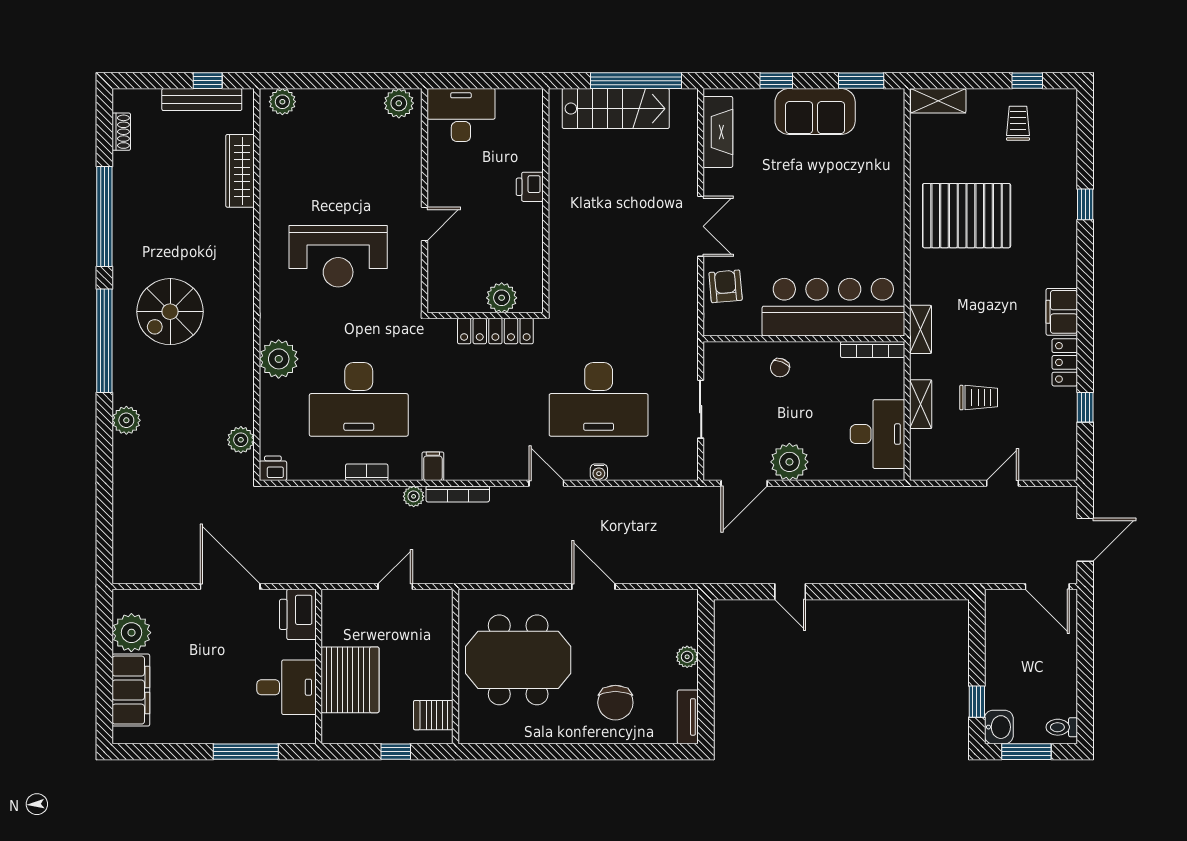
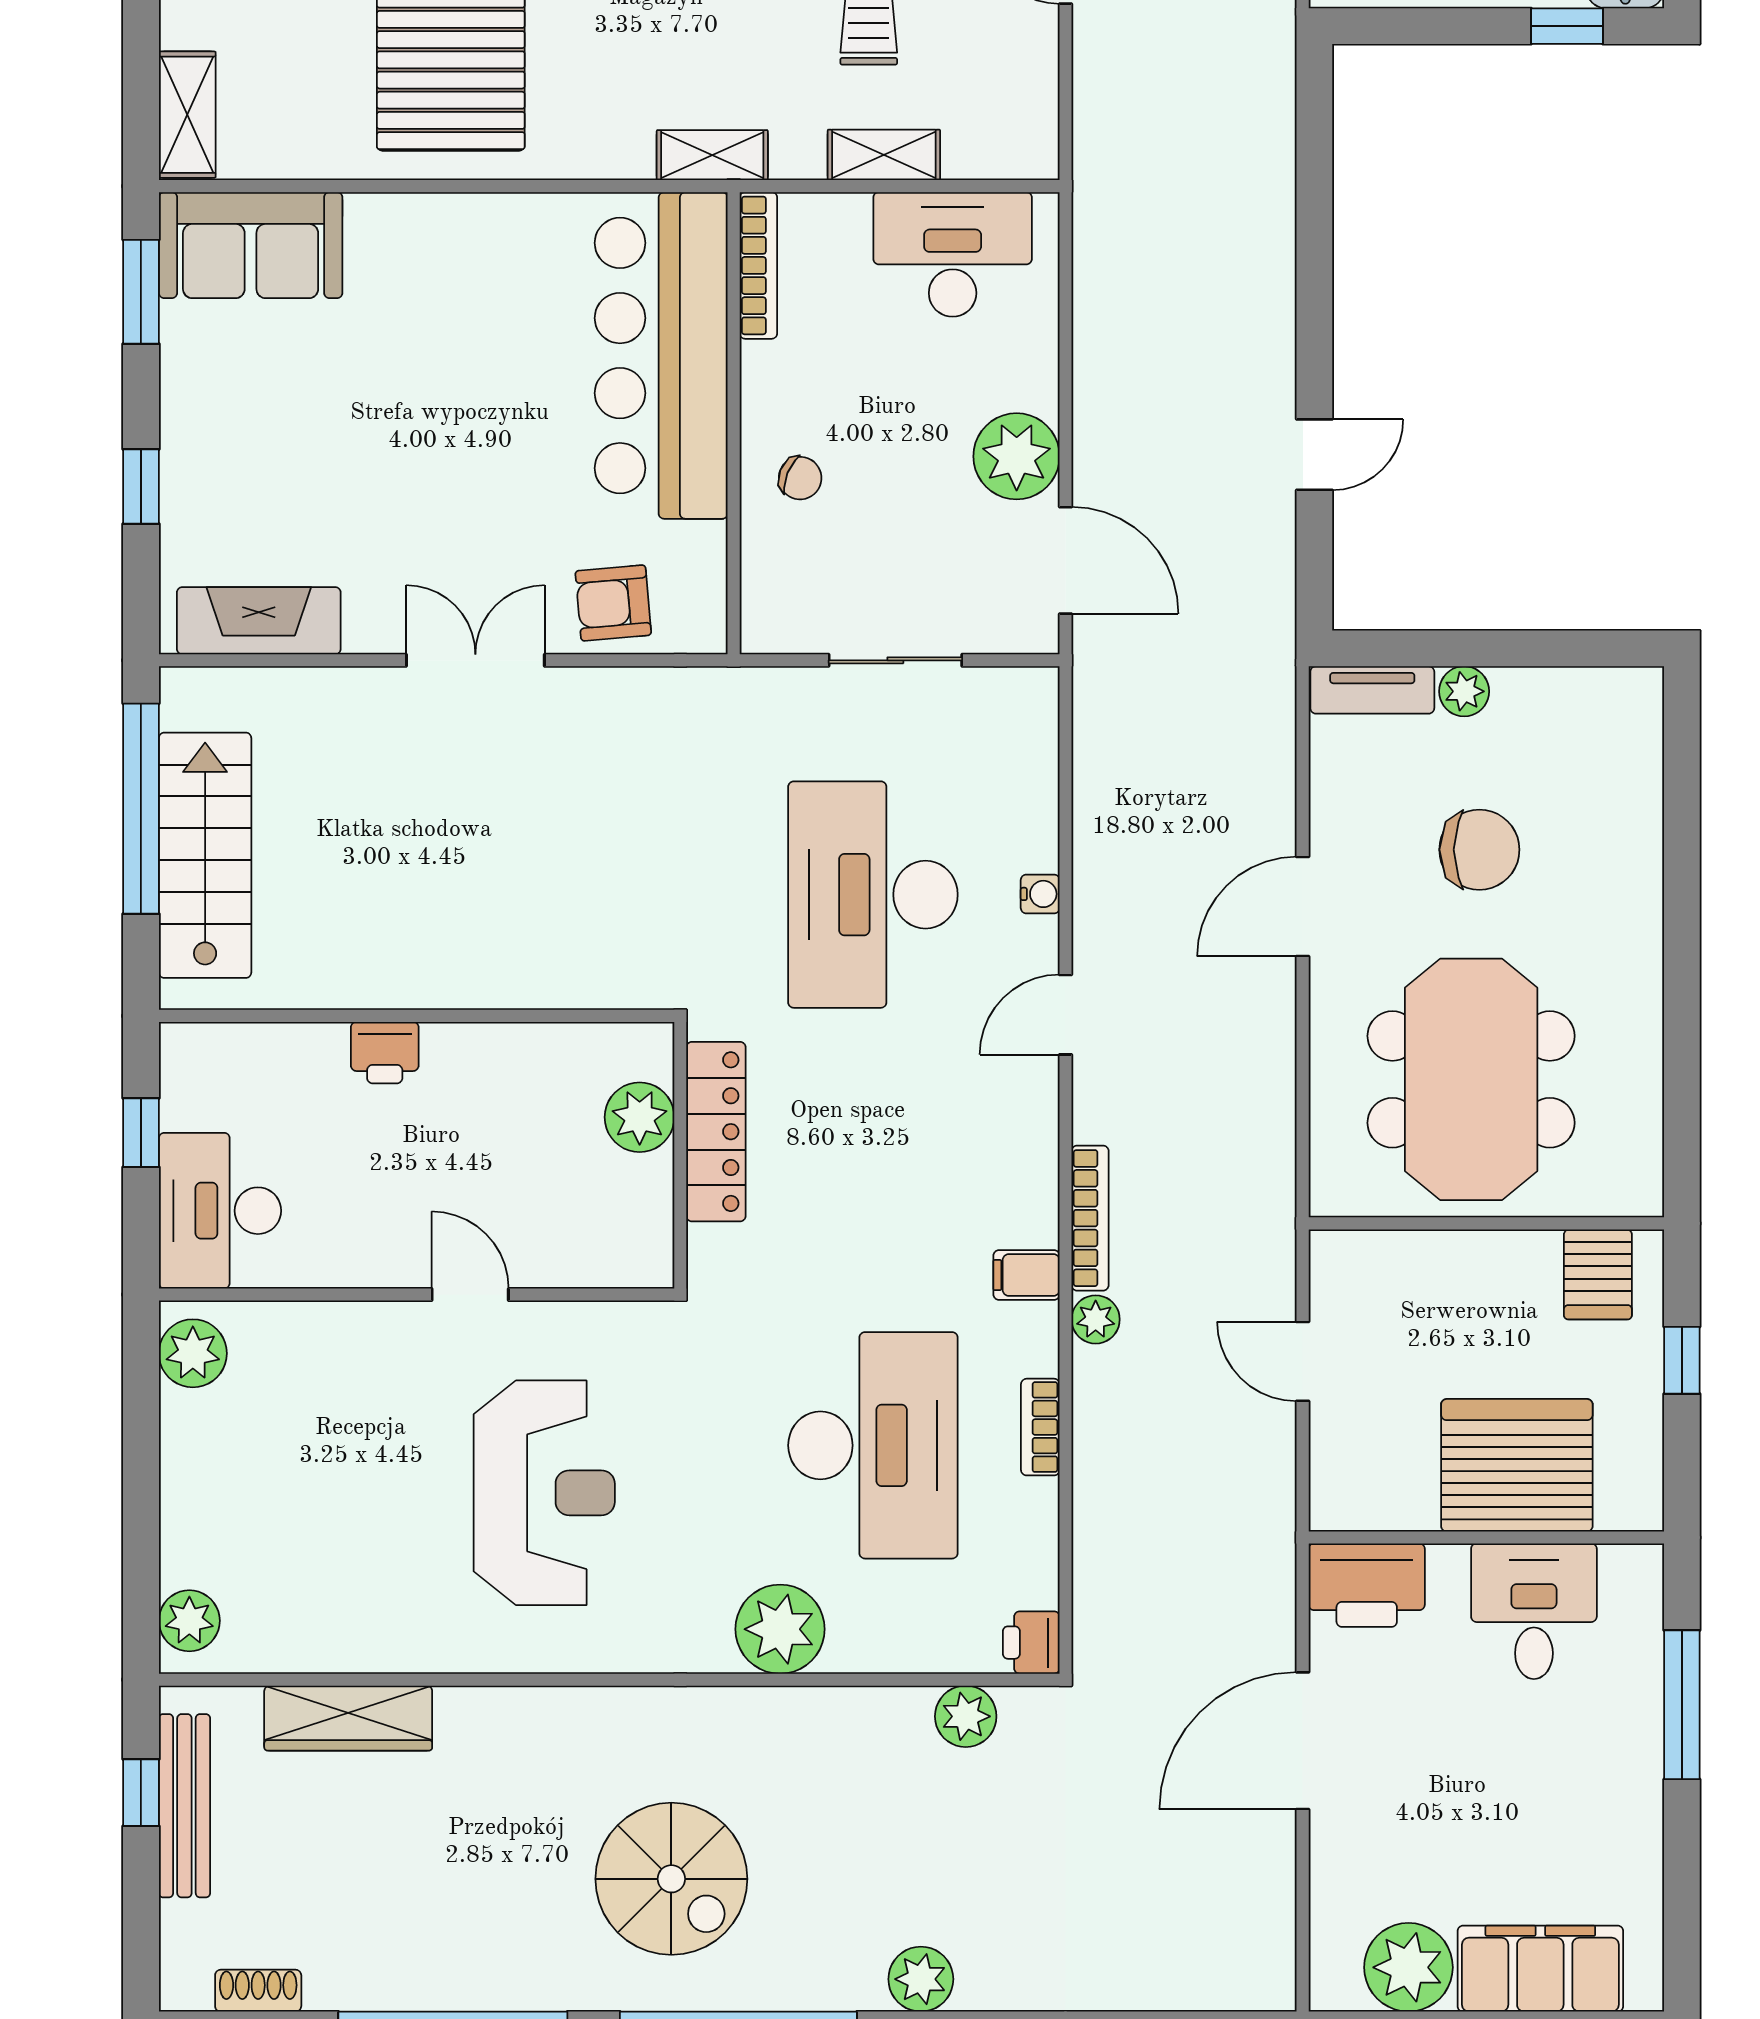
window: (495, 81) -> (141, 1133), added
sofa: (815, 112) -> (251, 245), moved, turned 90
desk: (599, 399) -> (873, 895), turned 180
chair: (615, 703) -> (1479, 850), moved
tv unit: (688, 717) -> (1372, 690), moved

